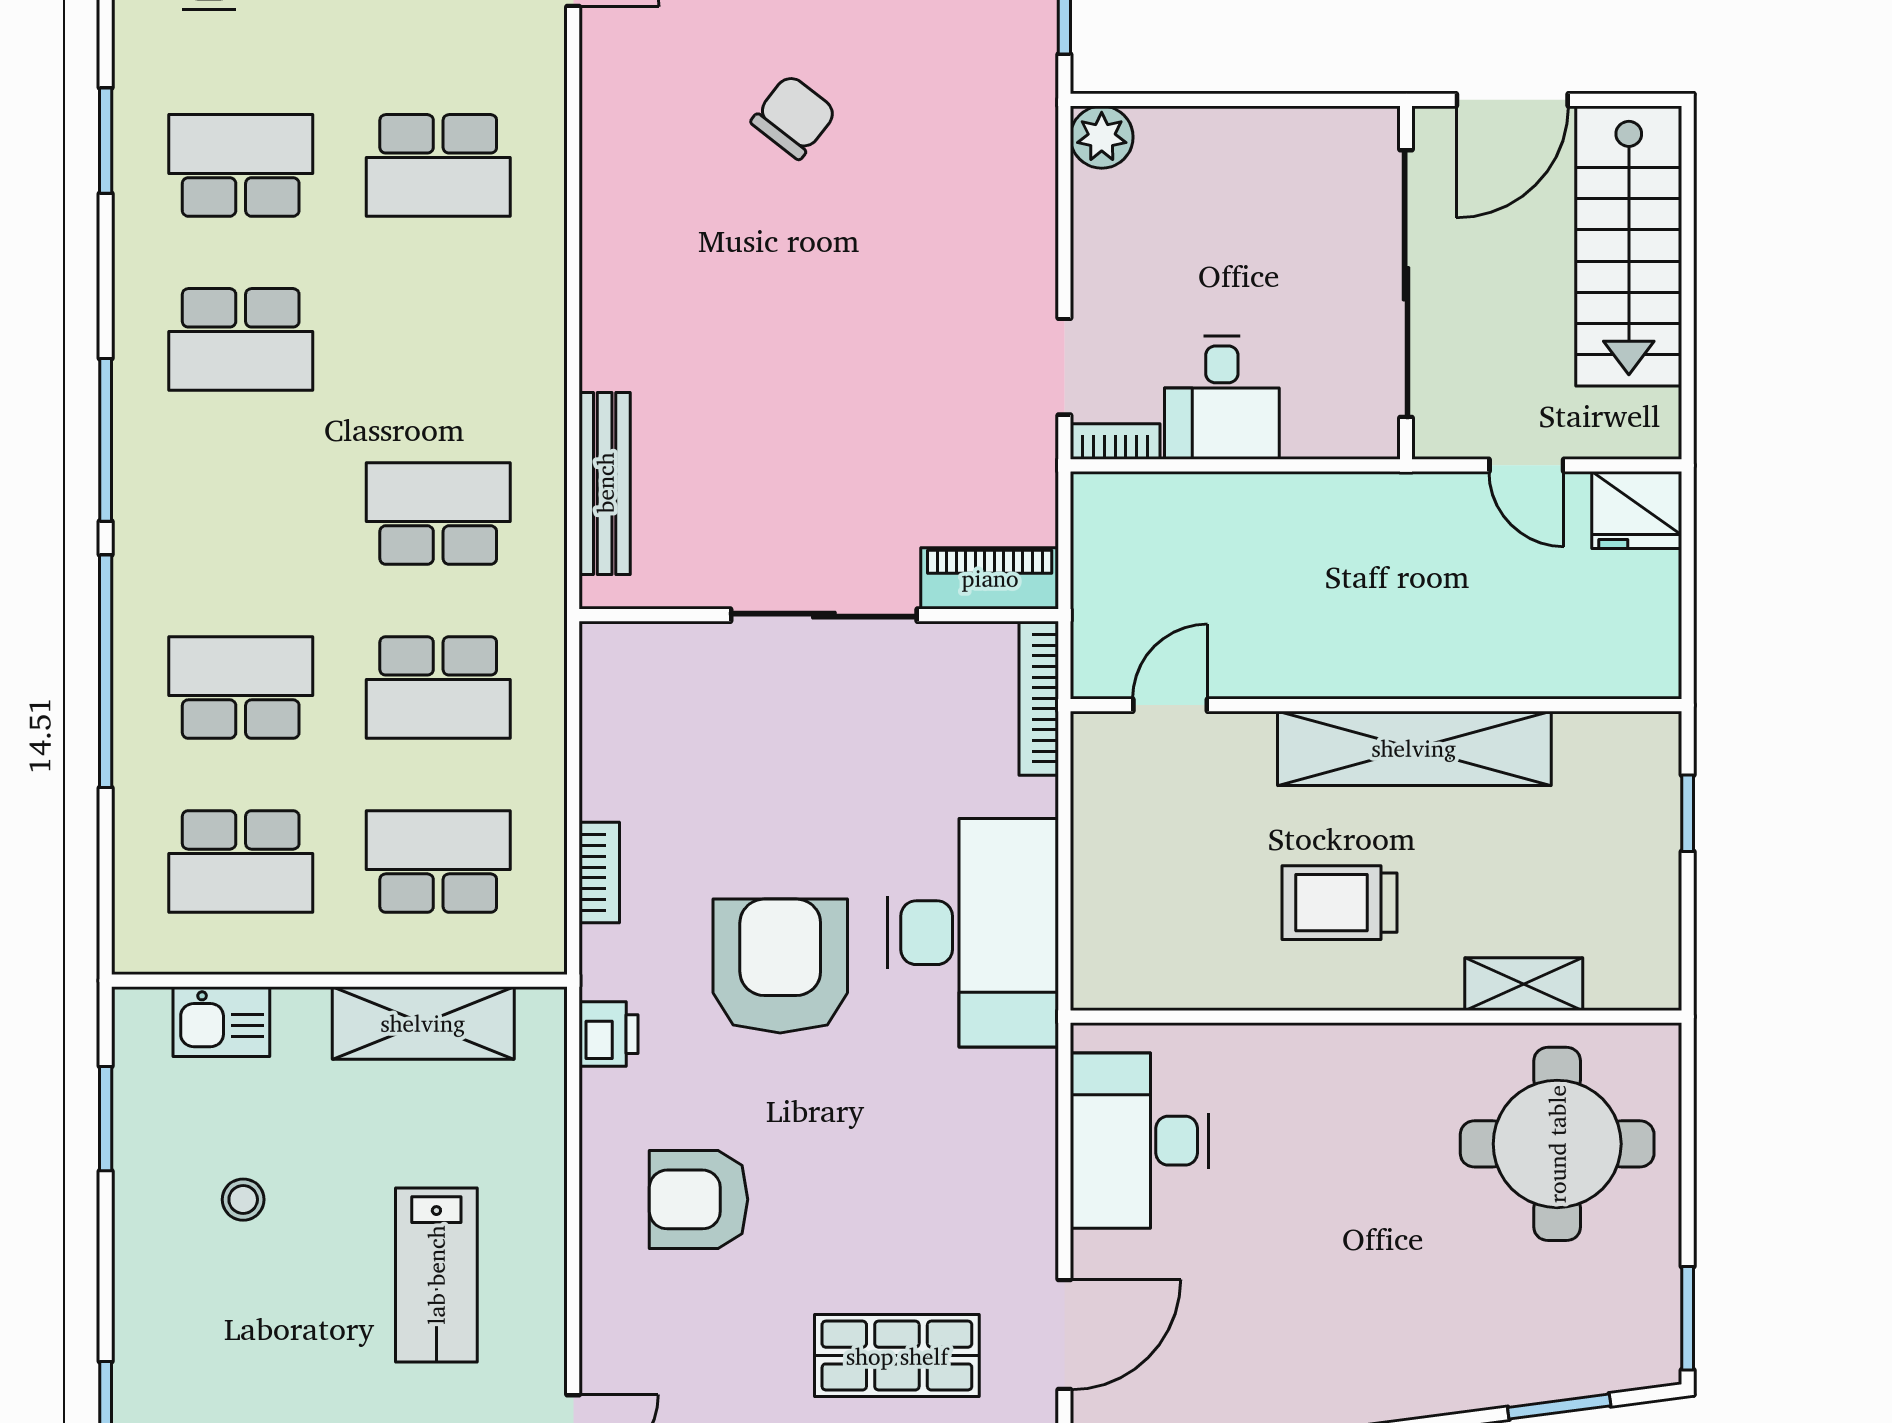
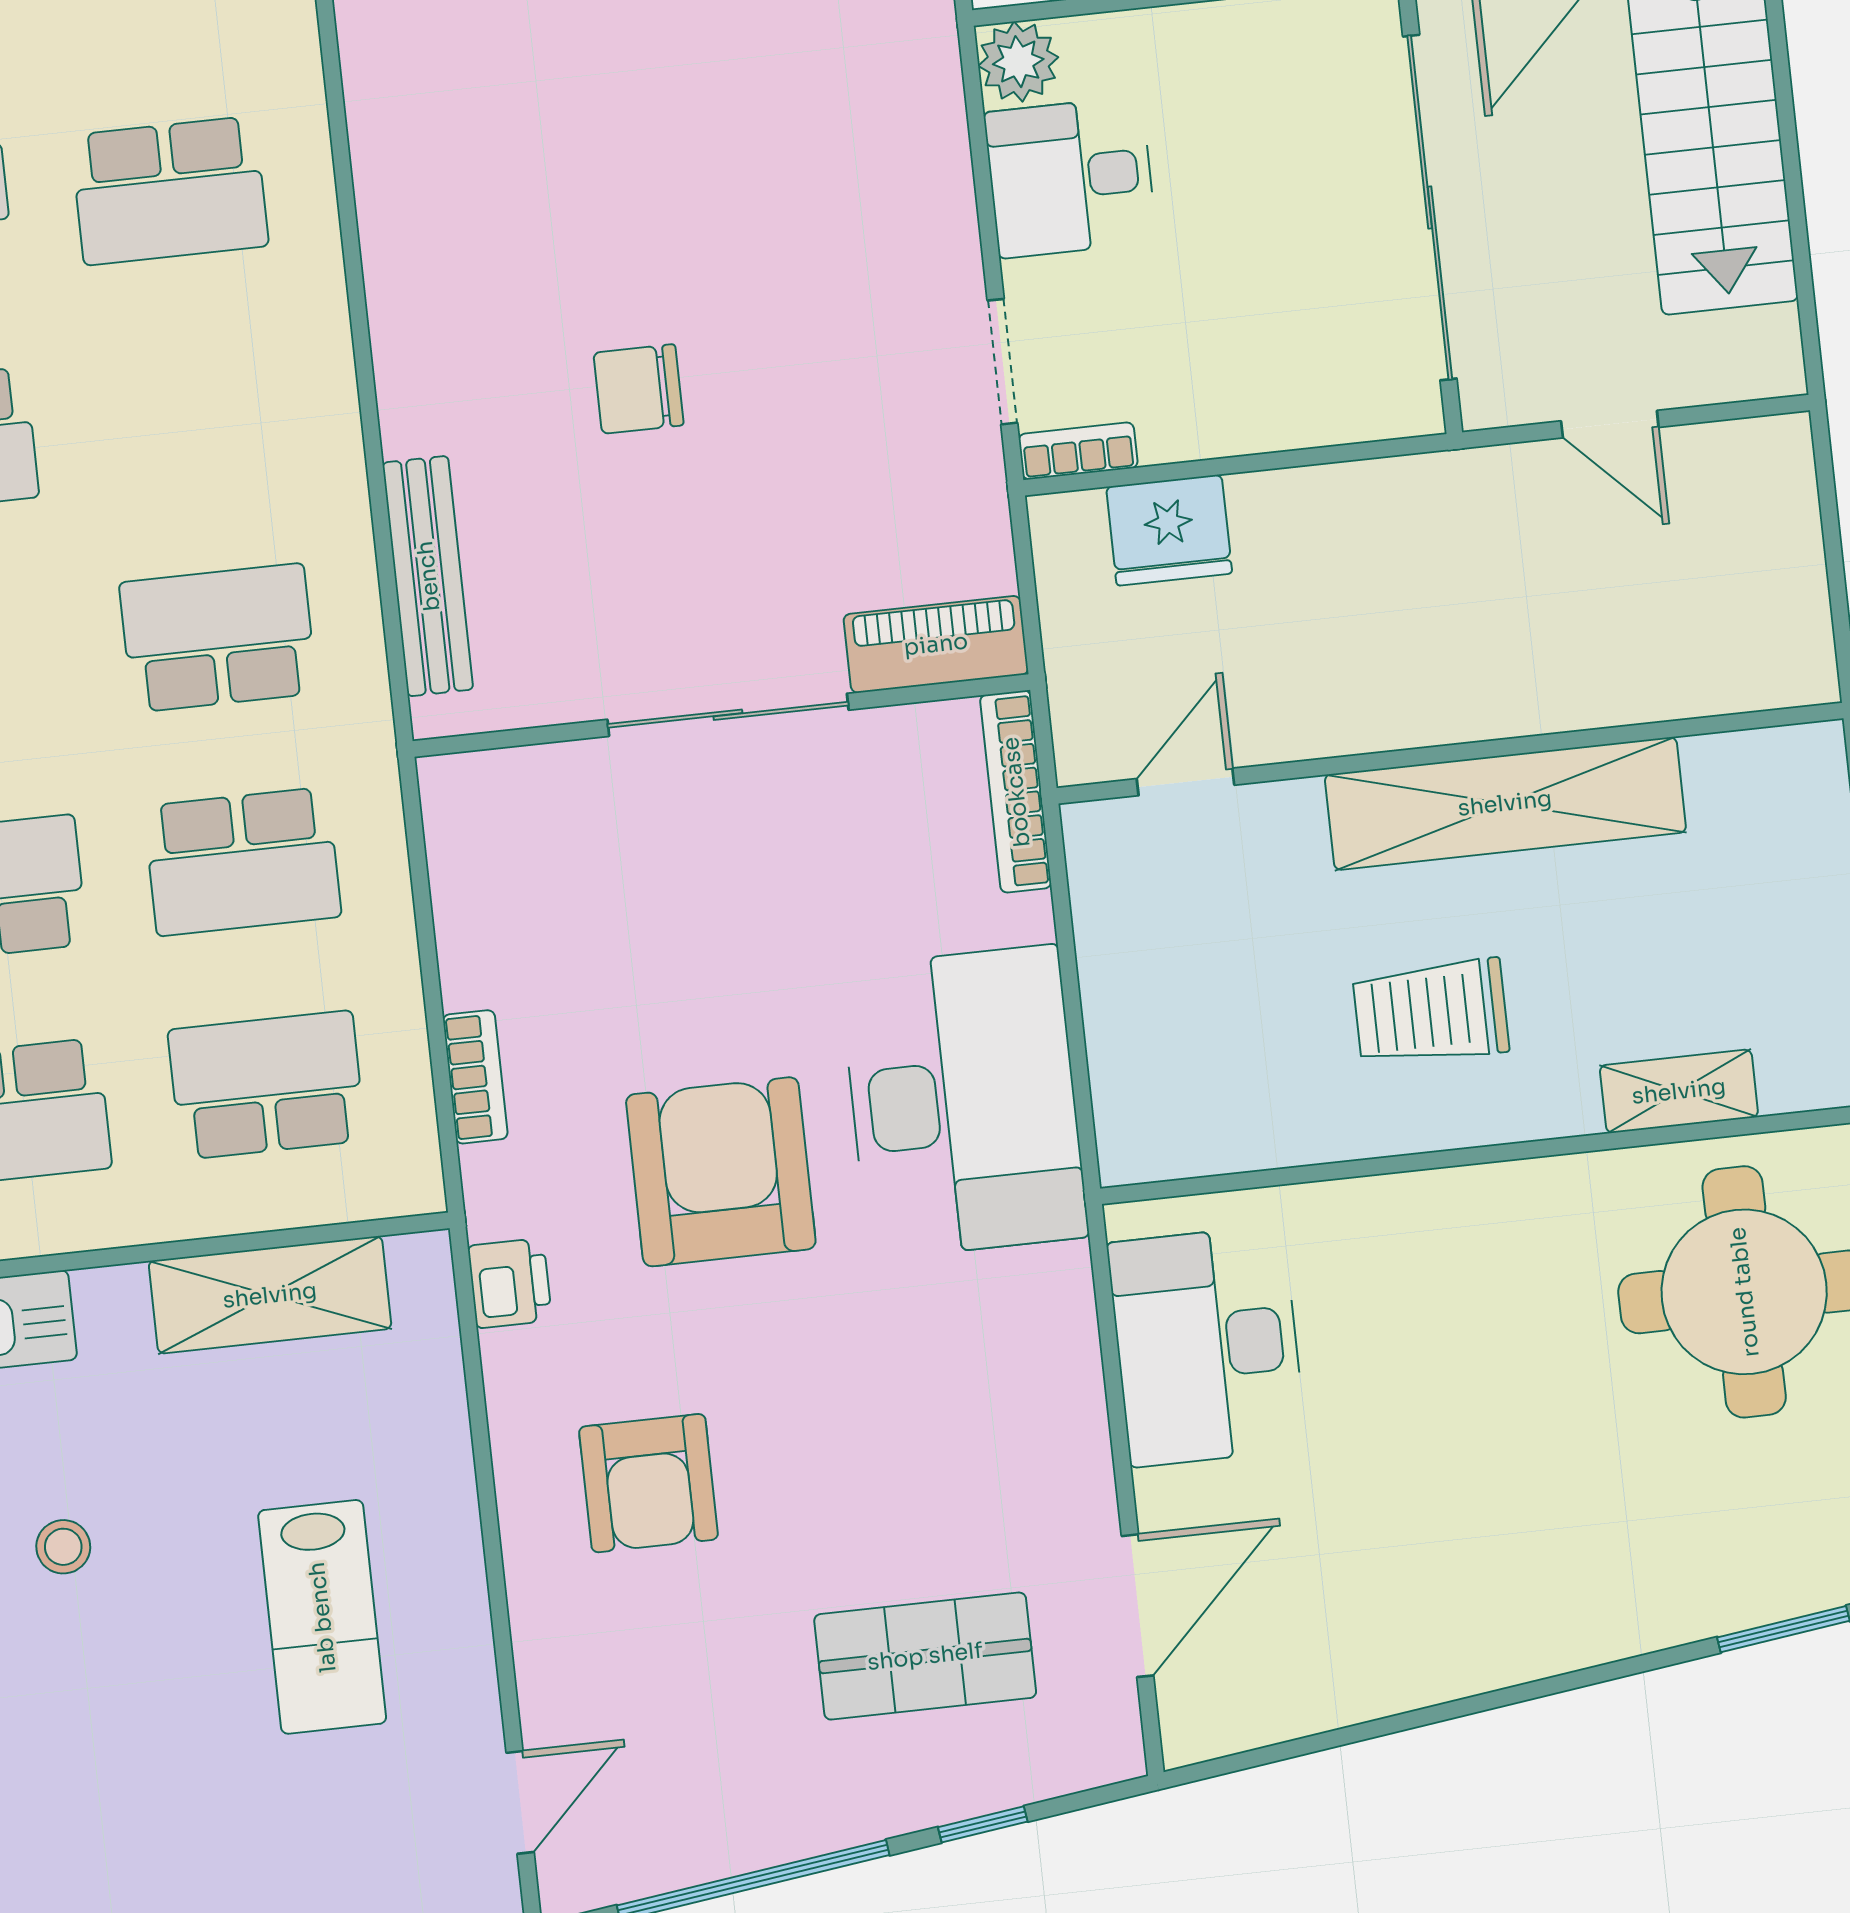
chair: (794, 117) -> (639, 389), moved, turned -128
desk: (1222, 398) -> (1070, 177), moved, turned 90
fridge: (1637, 510) -> (1169, 530), moved
armchair: (699, 1199) -> (648, 1483), turned -90

